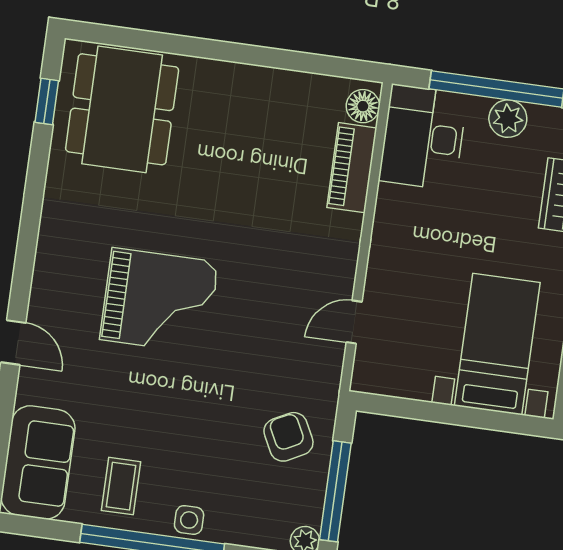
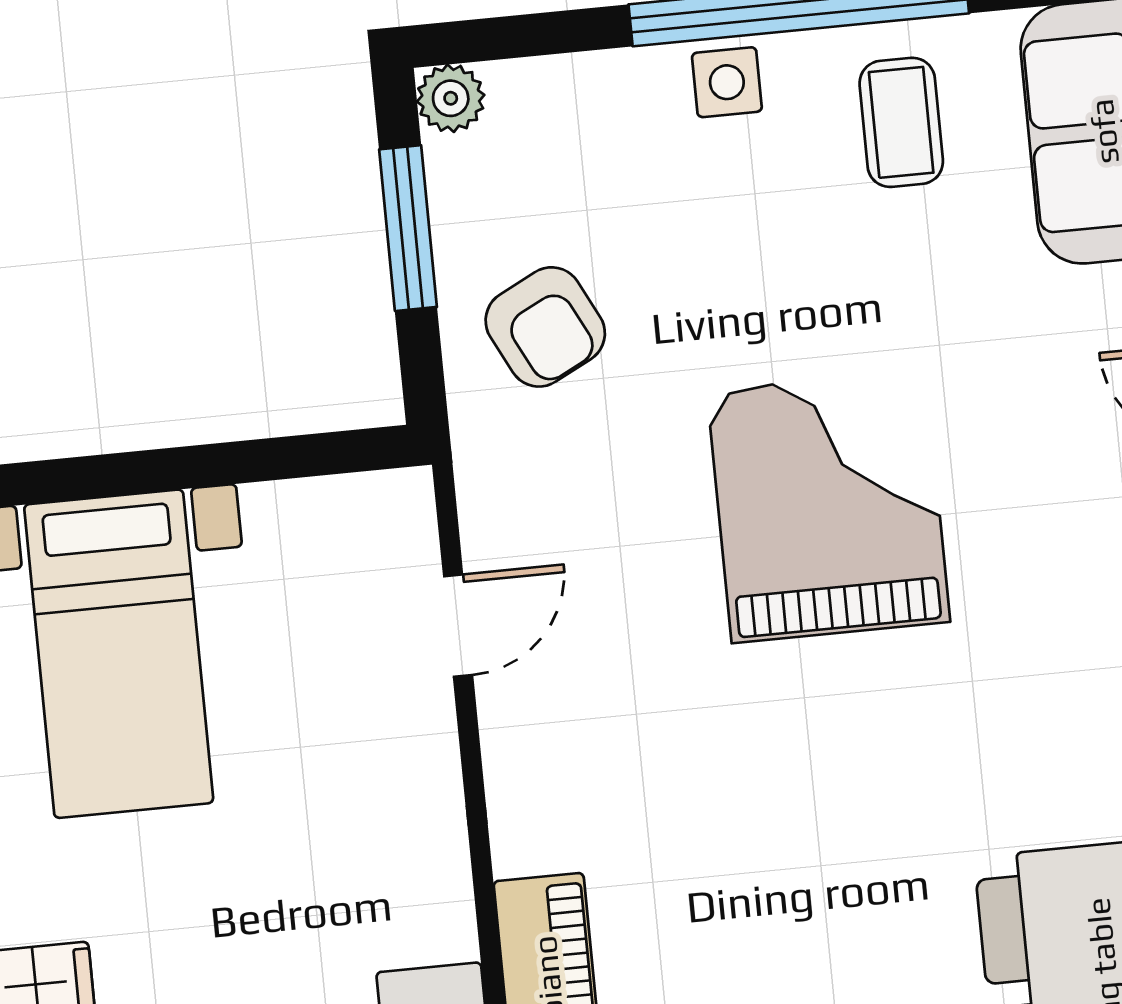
grand piano: (159, 301) -> (829, 506), moved, turned 90
window: (335, 491) -> (408, 228), width x0.69

